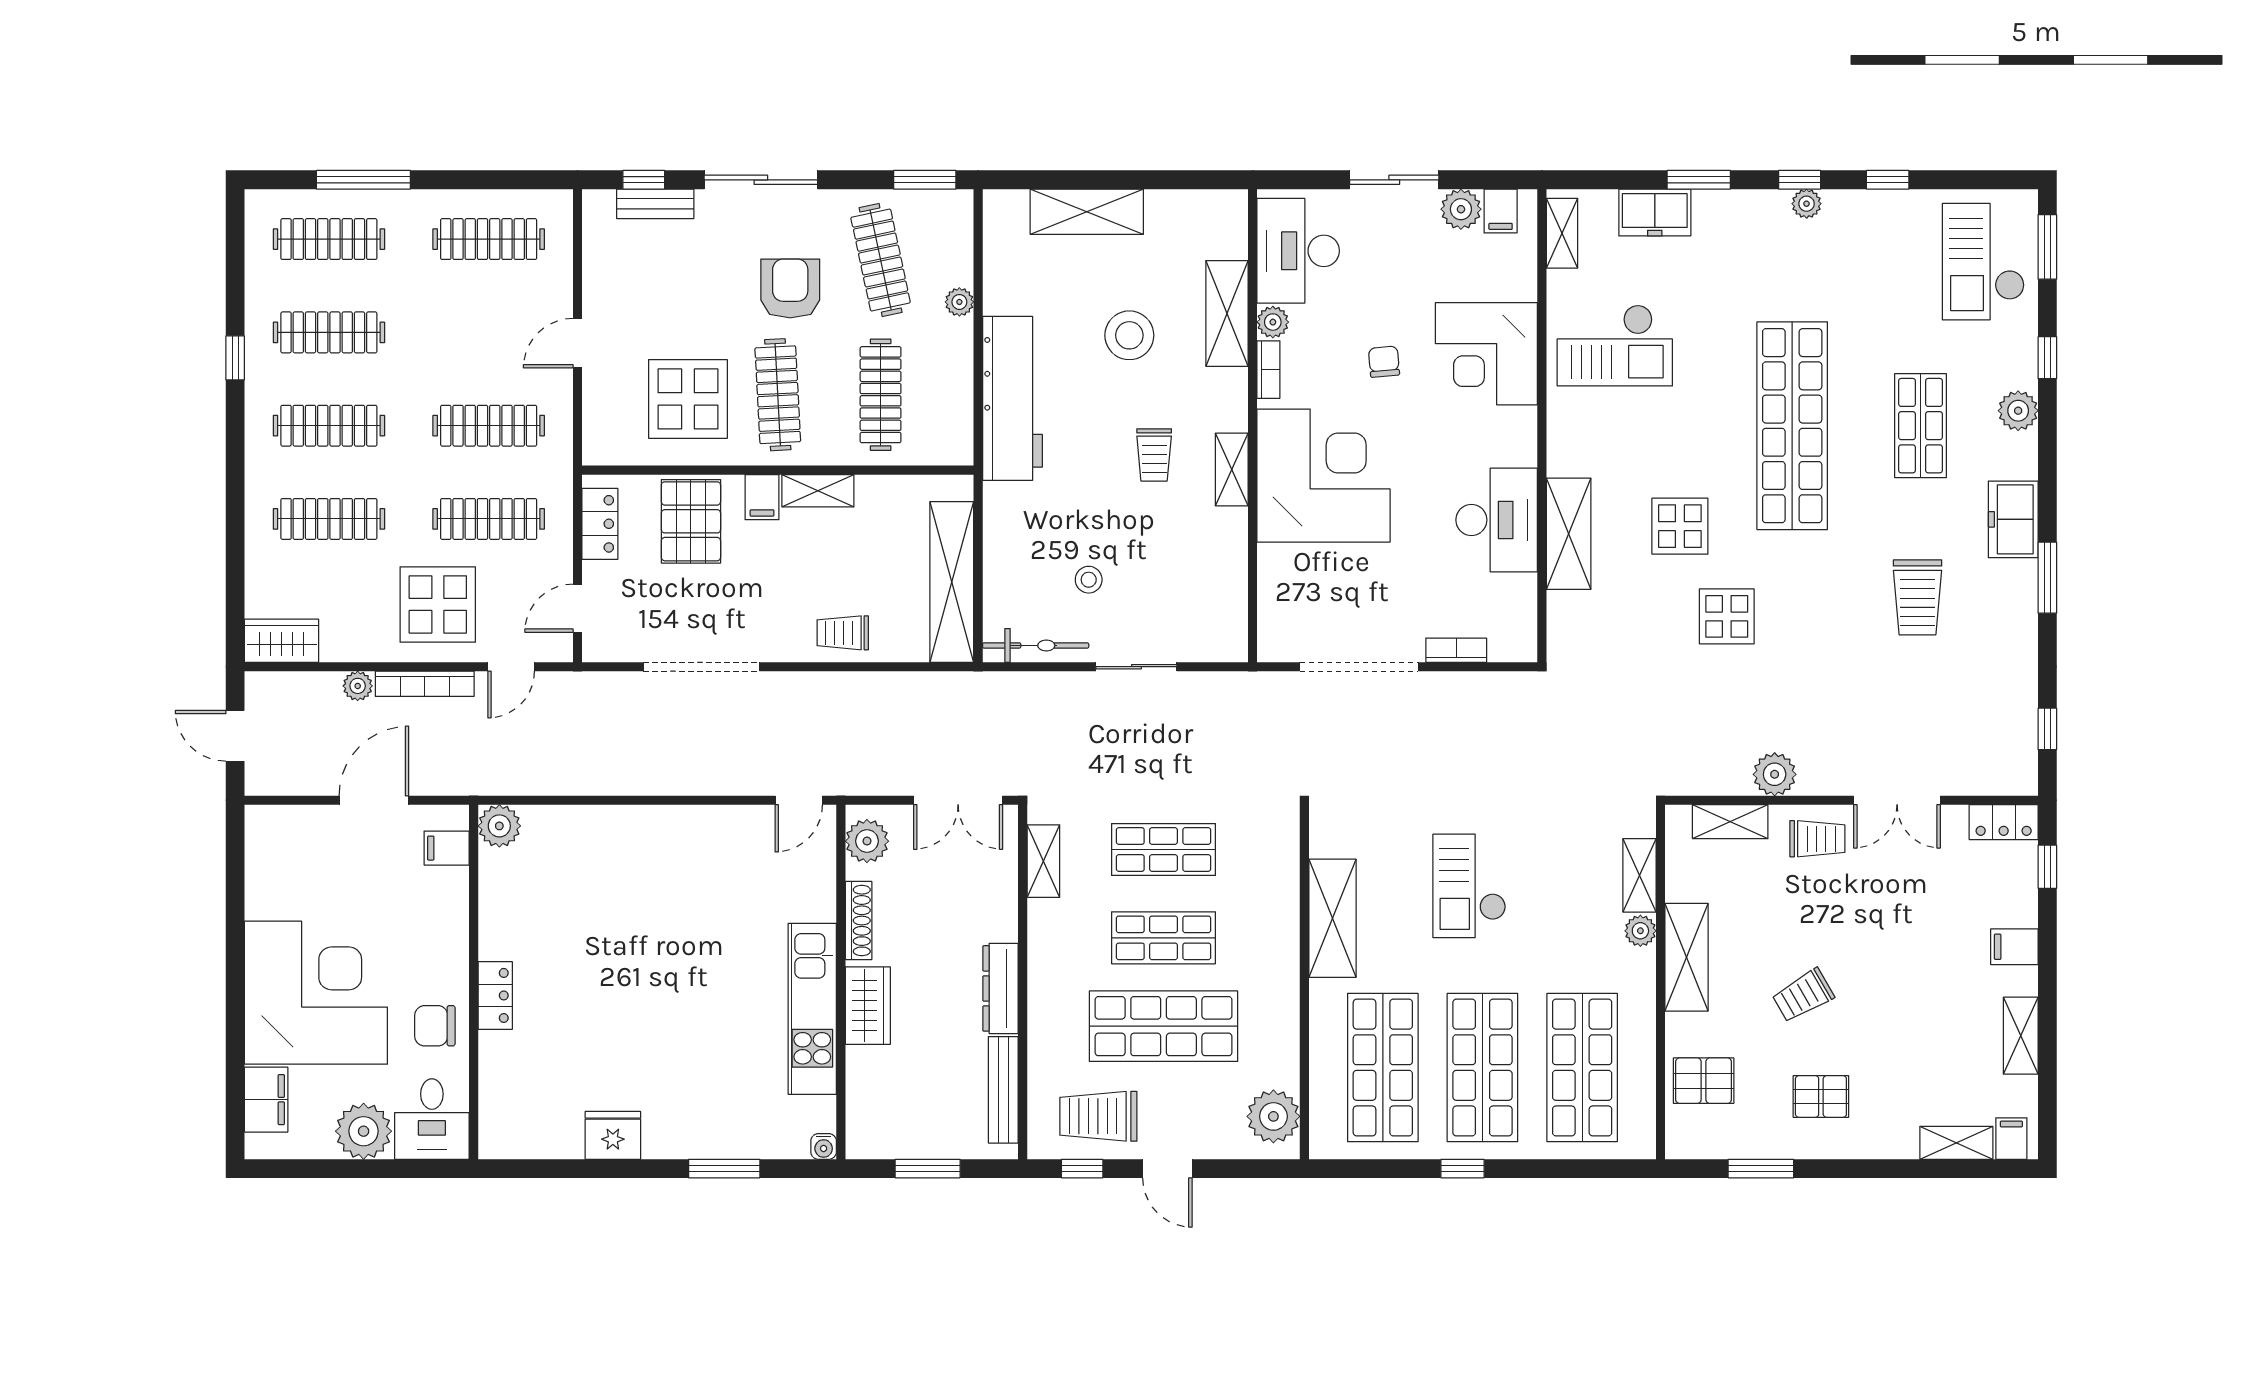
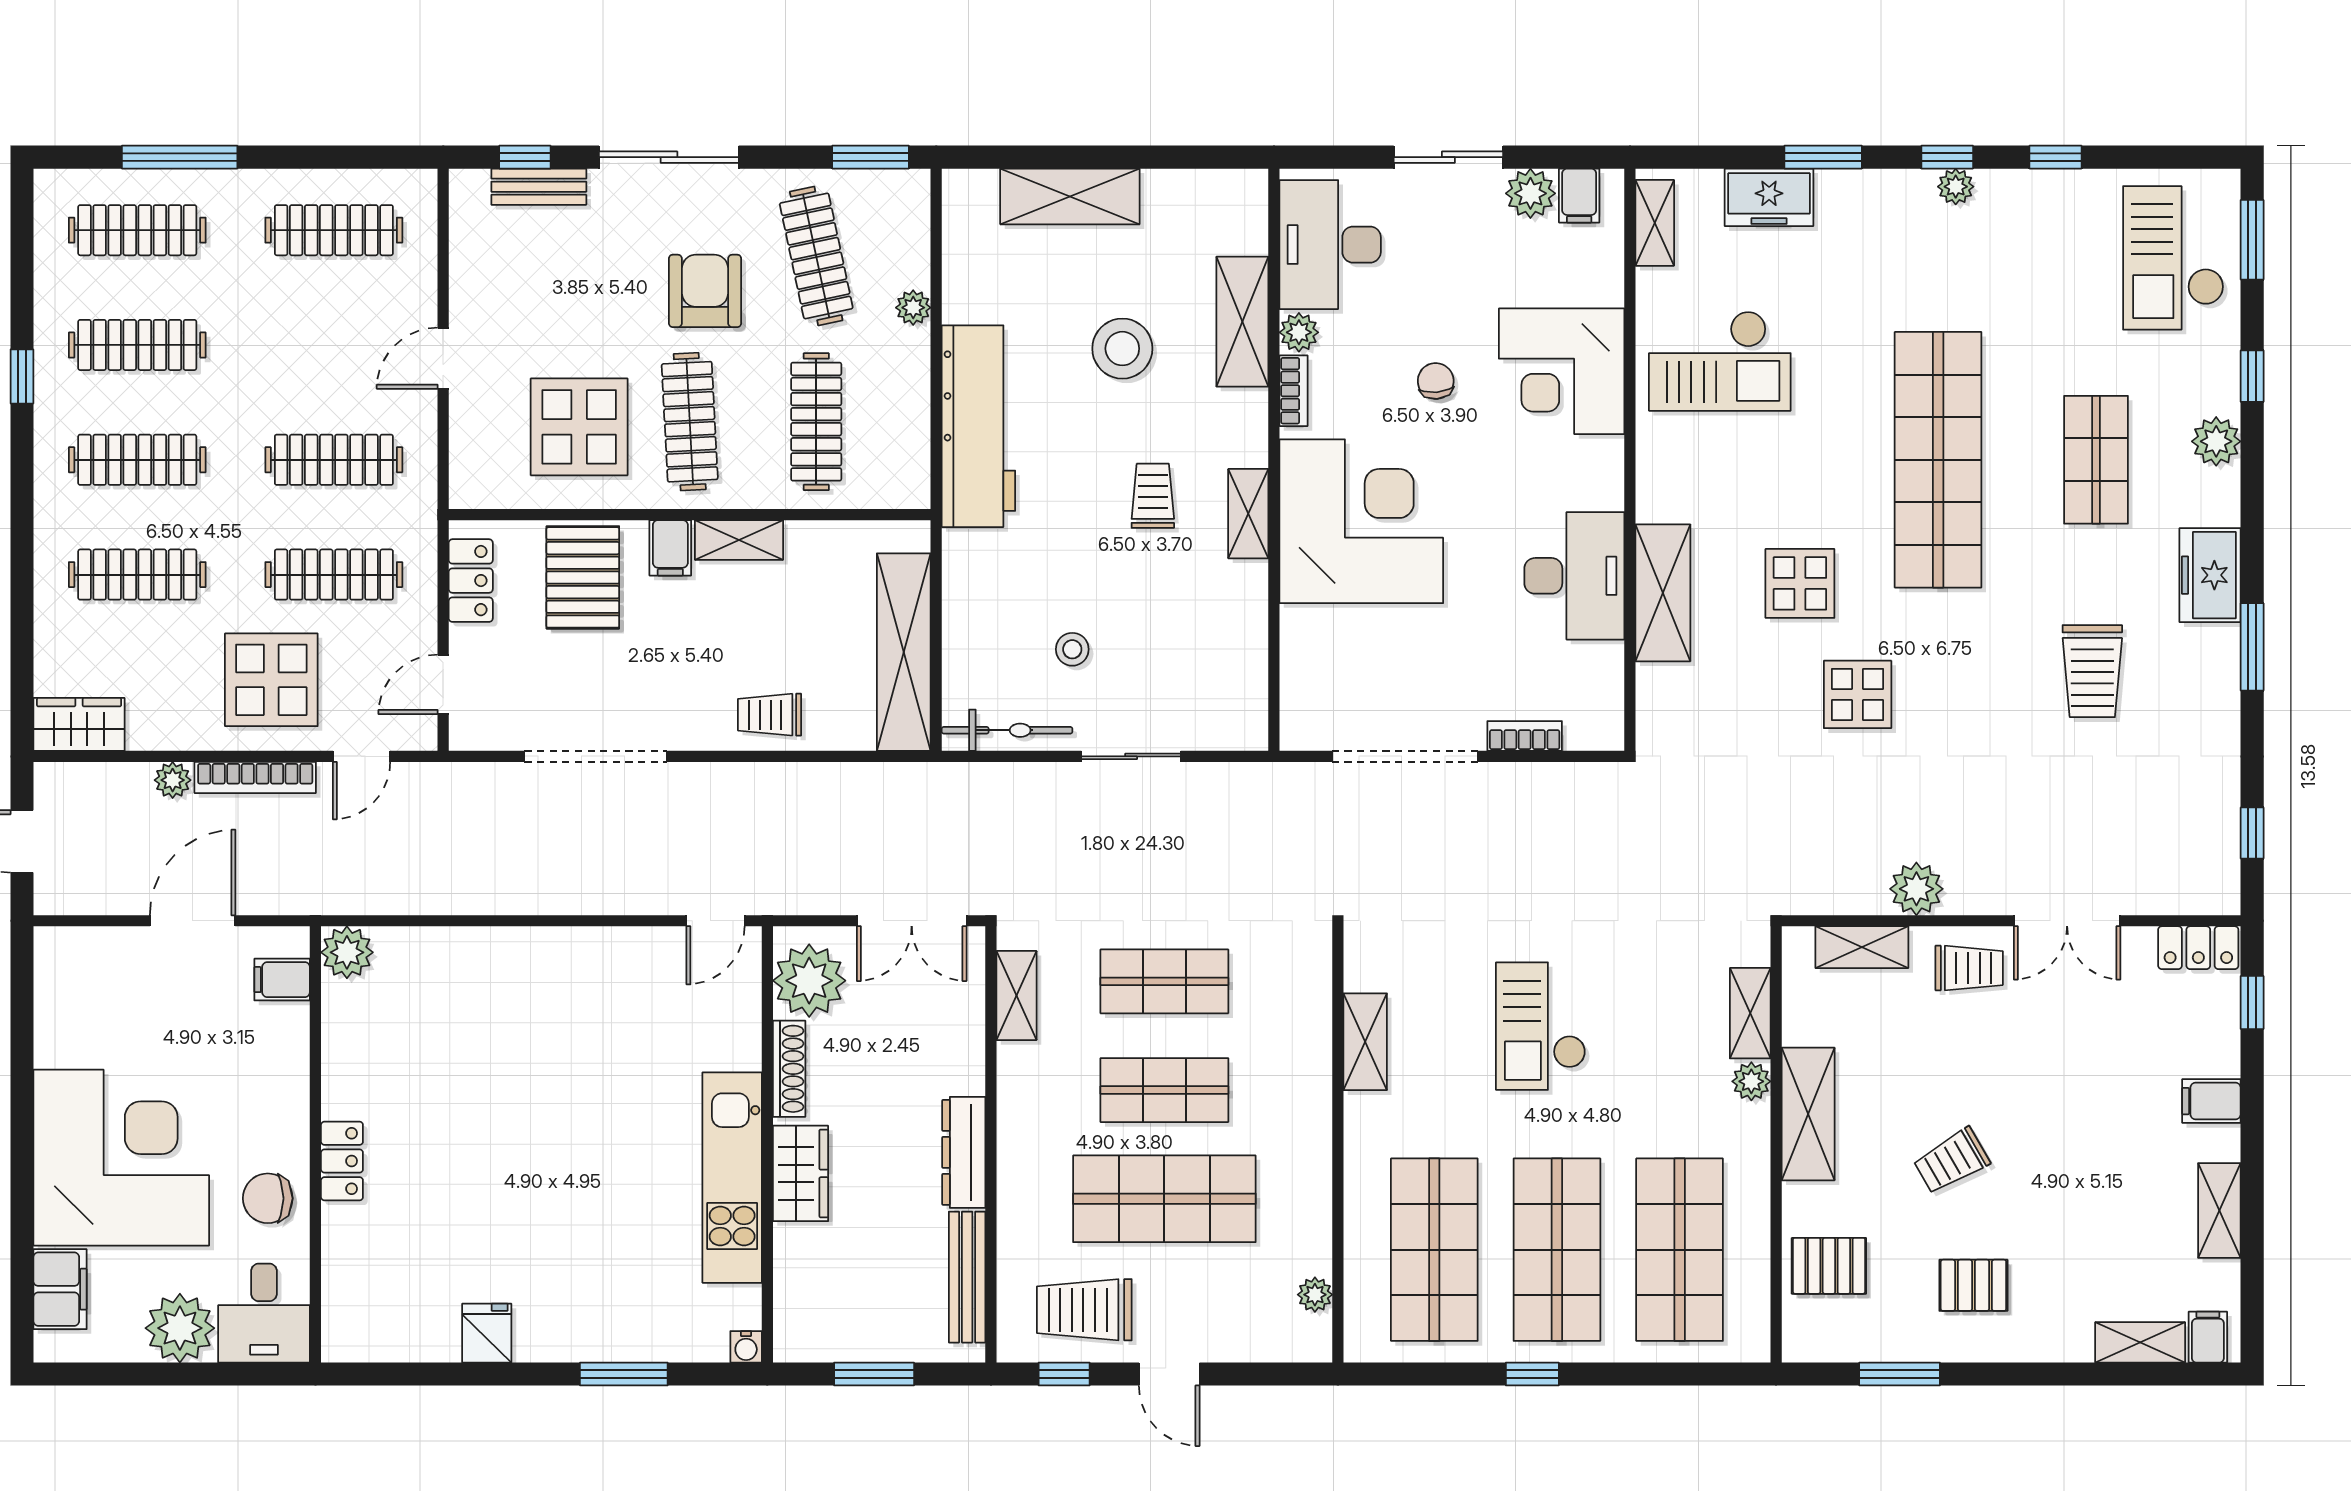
trolley: (1154, 455) -> (1153, 496), turned 180
plant: (867, 841) -> (809, 981), width x1.36, depth x1.36
shelving: (1333, 918) -> (1365, 1042), width x0.67, depth x0.75
plant: (1273, 1116) -> (1315, 1295), width x0.53, depth x0.53
fridge: (613, 1135) -> (487, 1333), width x0.72

